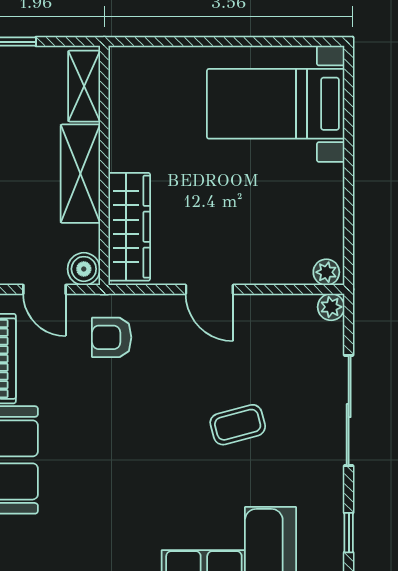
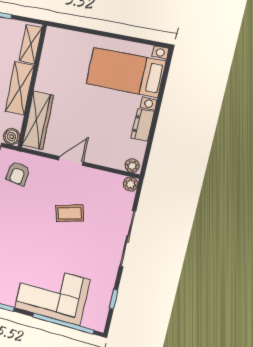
dresser: (328, 193) -> (143, 125), added
door: (209, 289) -> (71, 161), swing flipped
armchair: (112, 337) -> (18, 174), turned -82
coffee table: (238, 425) -> (70, 213), moved

